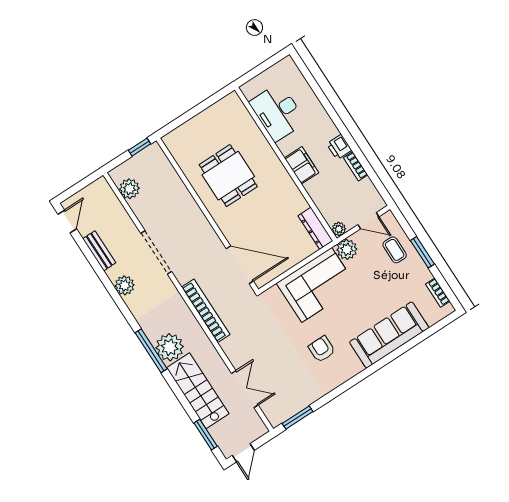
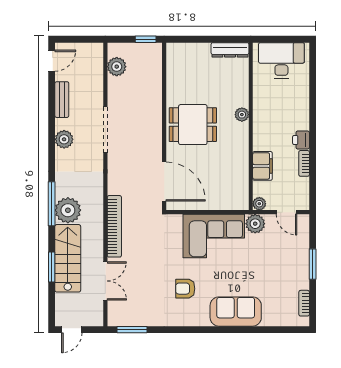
desk: (278, 112) -> (281, 60), moved, turned 90
plant: (271, 159) -> (242, 115), added
filing cabinet: (302, 165) -> (262, 166), moved
dining table: (228, 176) -> (193, 125), moved, turned 90
dresser: (315, 228) -> (230, 50), moved, turned -90
coffee table: (395, 250) -> (292, 248), removed
bookcase: (206, 311) -> (114, 226), moved
sofa: (389, 335) -> (236, 312), width x0.73
armchair: (322, 349) -> (185, 289), turned -90
window: (206, 435) -> (52, 267), moved

